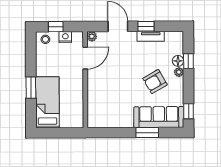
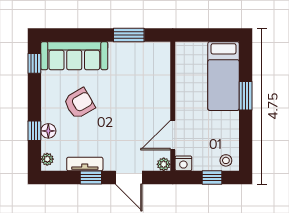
nightstand: (65, 37) -> (183, 163), moved
plant: (179, 72) -> (47, 159), moved
window: (147, 133) -> (129, 35), moved

